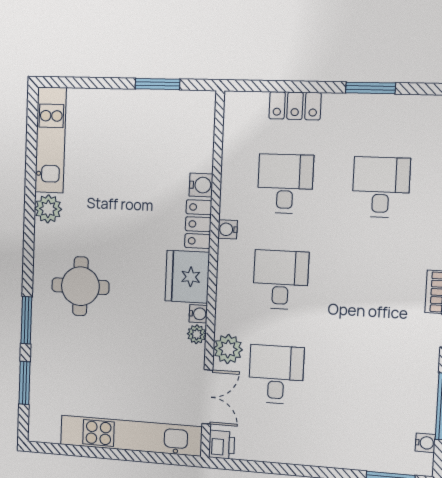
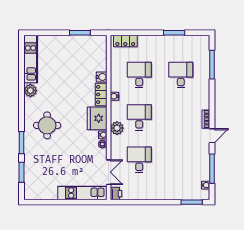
locker: (295, 106) -> (125, 41), moved
plant: (228, 349) -> (117, 128), moved
kitchen unit: (131, 436) -> (82, 193), width x0.73

